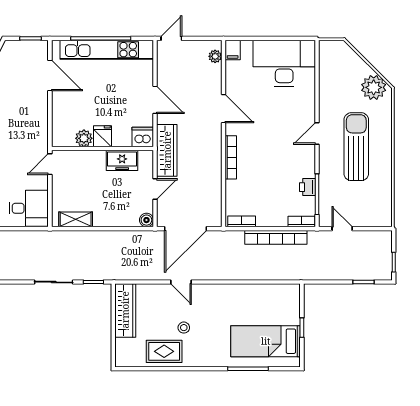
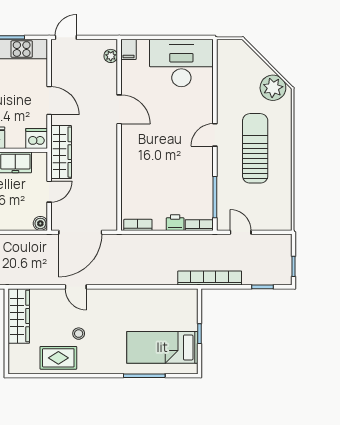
bookcase: (231, 157) -> (127, 159), removed
printer: (307, 187) -> (175, 223), moved, turned 90
bookcase: (276, 237) -> (210, 278), moved, turned 180

